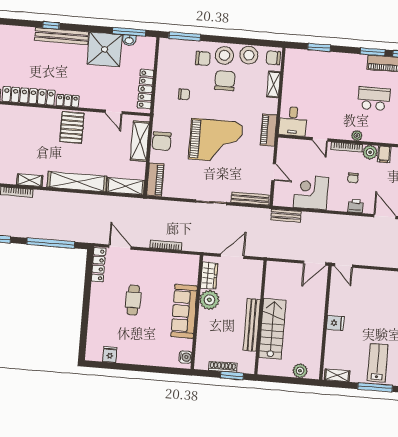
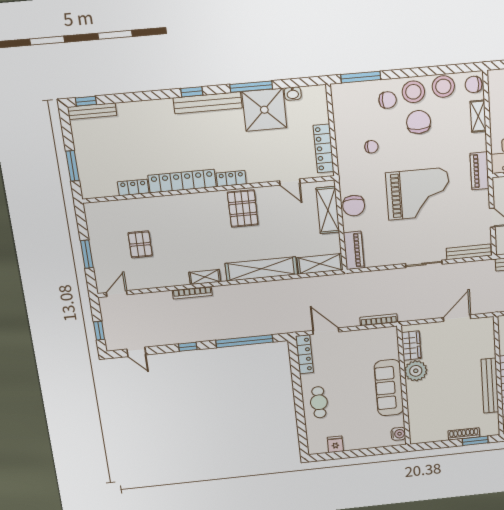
window: (129, 32) -> (251, 87), moved
wardrobe: (209, 276) -> (411, 346), moved
cafe table: (133, 300) -> (319, 402), moved
plant: (209, 300) -> (416, 371), moved
sofa: (184, 311) -> (389, 388), moved
wall: (197, 312) -> (404, 386), moved
water cooler: (185, 357) -> (398, 434), moved

